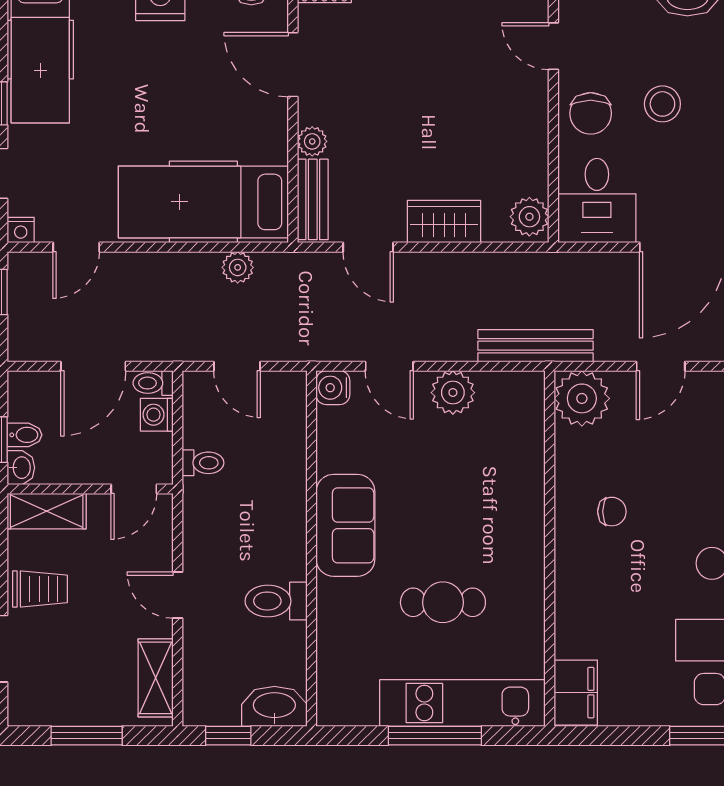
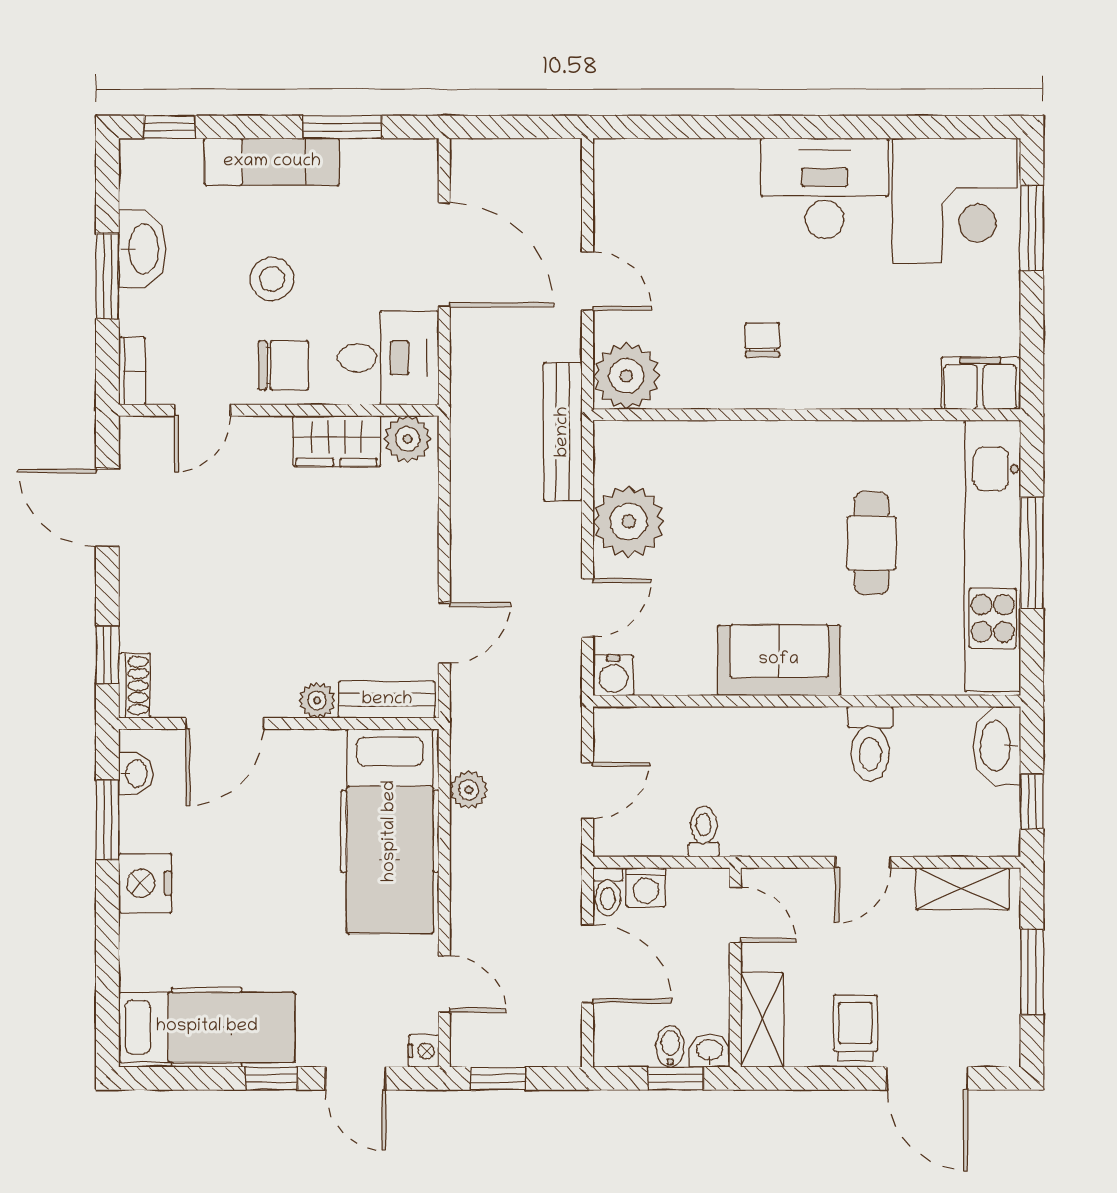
wardrobe: (444, 222) -> (337, 441), moved, turned -90
plant: (453, 393) -> (629, 522), width x1.36, depth x1.36
kitchen unit: (462, 703) -> (993, 556), width x1.36

